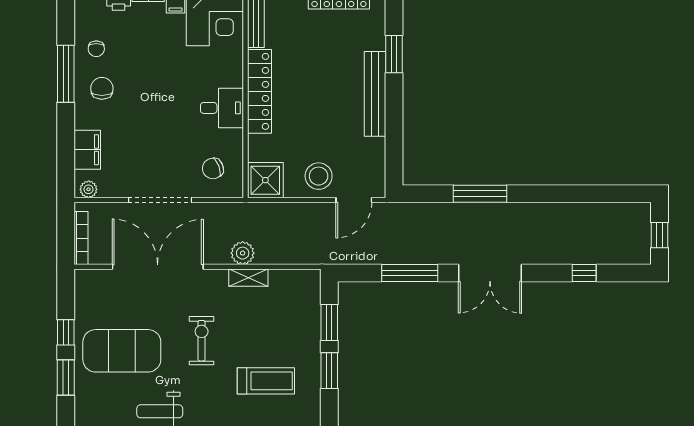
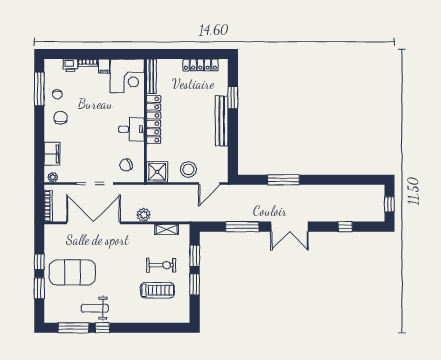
window: (66, 74) -> (39, 89), moved
shelving: (248, 278) -> (167, 229), moved
exercise bike: (202, 341) -> (161, 265), moved, turned 90

